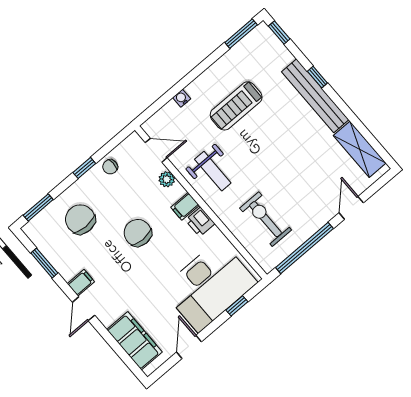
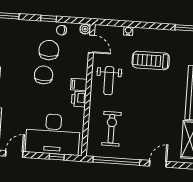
plant: (167, 179) -> (85, 29), moved
chair: (80, 219) -> (49, 50), moved

